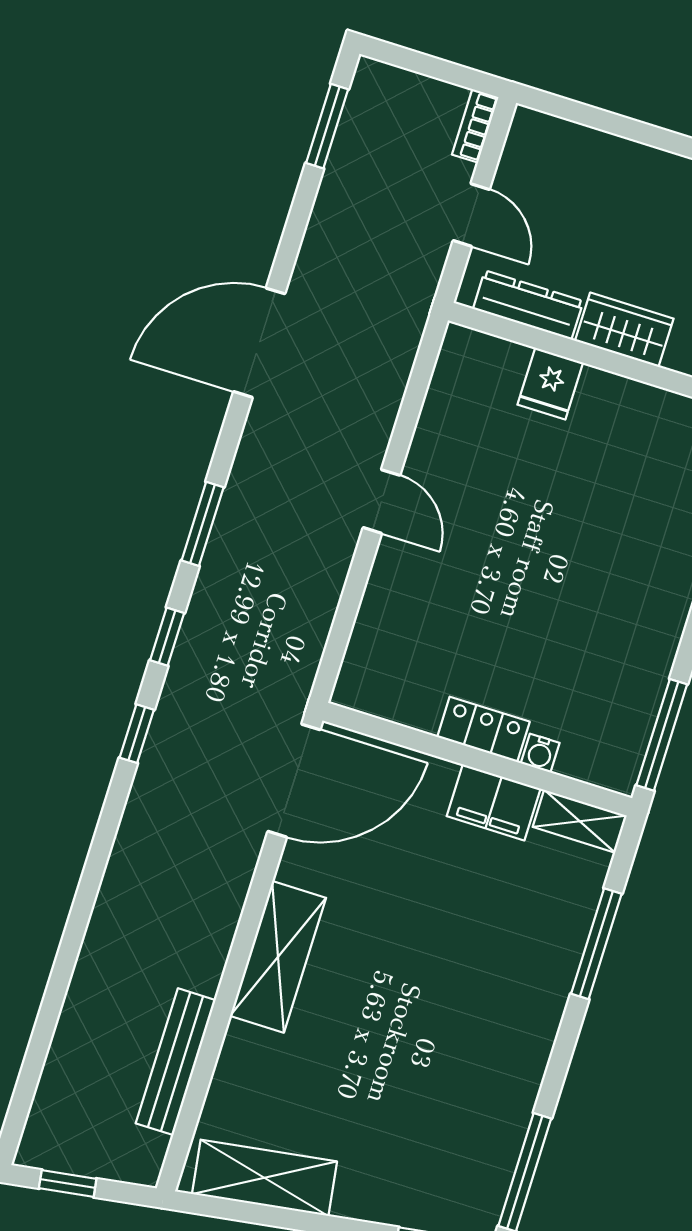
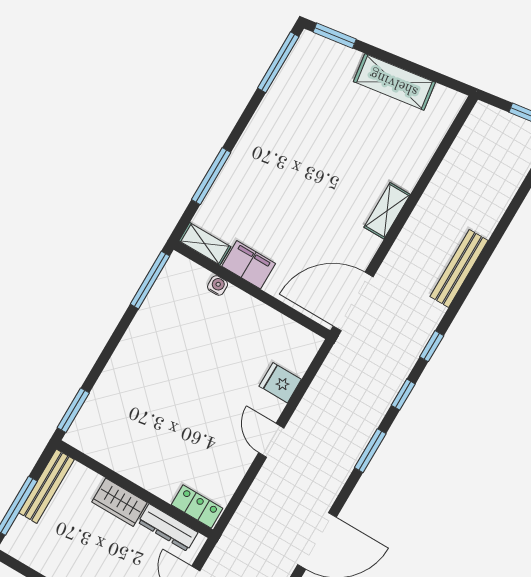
fridge: (550, 384) -> (280, 383), moved, turned -90
locker: (483, 729) -> (197, 506), moved, turned 180
shelving: (278, 957) -> (387, 211), width x0.67, depth x0.75
bench: (176, 1062) -> (459, 268), moved
shelving: (264, 1178) -> (394, 82), moved

